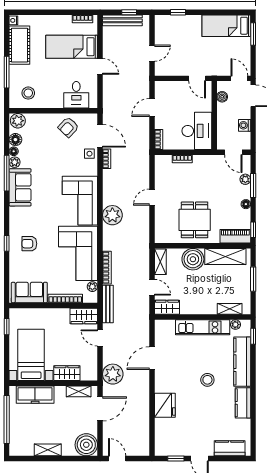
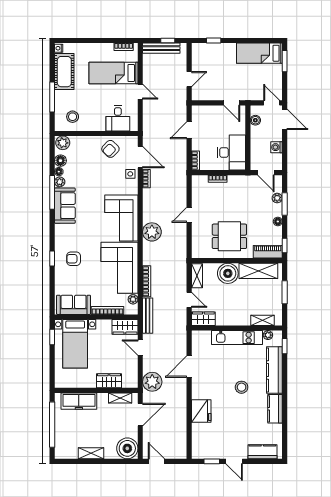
dining table: (195, 220) -> (229, 236), turned 90
bed with nightstands: (31, 355) -> (75, 344), moved, turned 180

